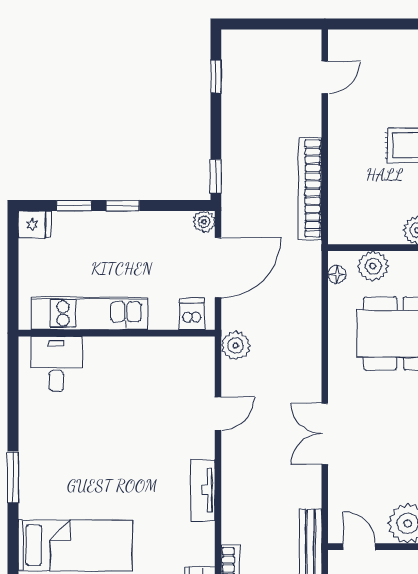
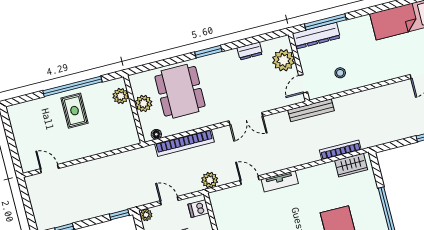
bookcase: (310, 188) -> (185, 143), moved
plant: (373, 266) -> (144, 103), moved
door: (218, 268) -> (169, 201), width x0.53
tv unit: (203, 490) -> (280, 181), moved

